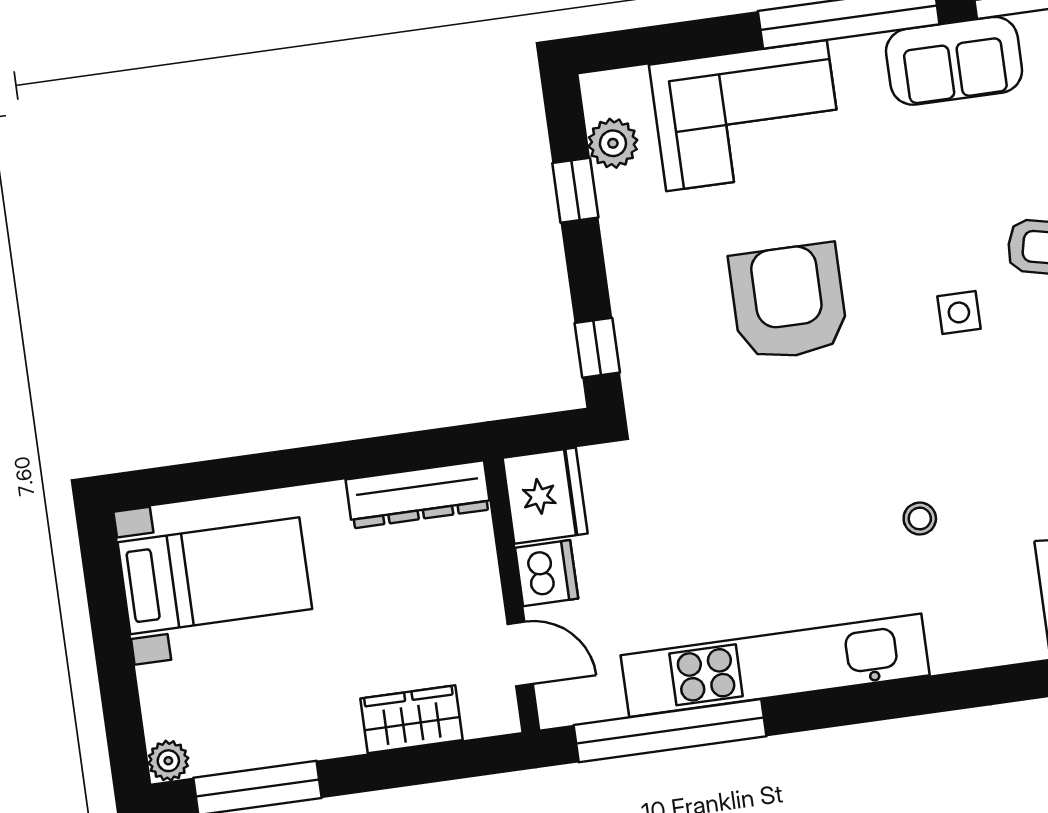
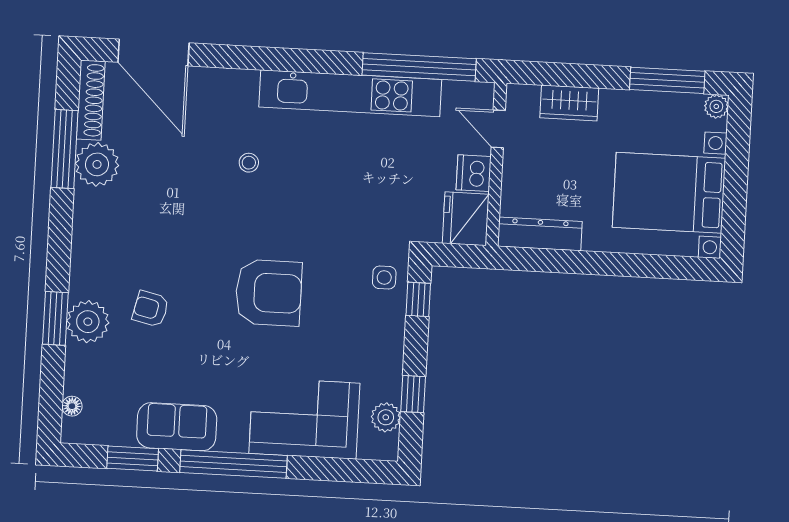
armchair: (788, 302) -> (269, 293), moved, turned -90
side table: (959, 312) -> (384, 278), moved
bed with nightstands: (215, 576) -> (669, 193), width x1.36

